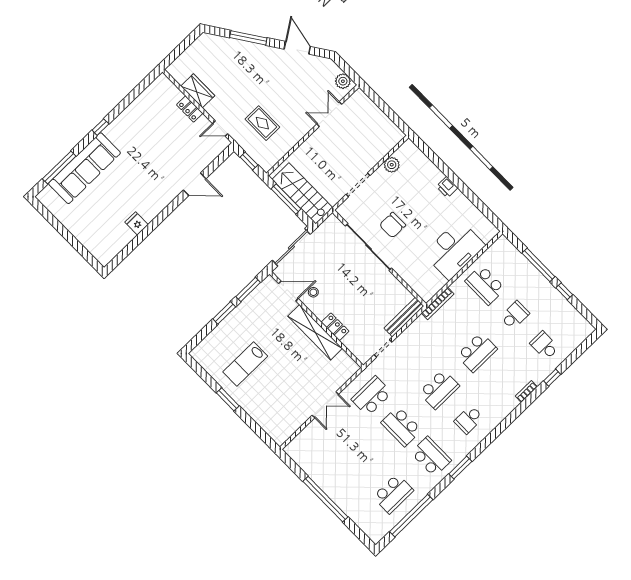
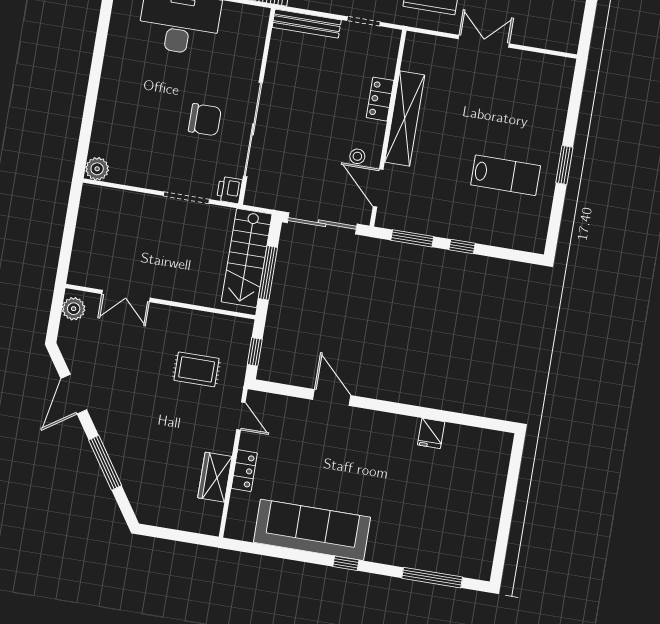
rug: (262, 123) -> (197, 369), turned 90
plant: (392, 165) -> (97, 169), moved
sofa: (85, 168) -> (312, 530), moved
printer: (447, 187) -> (229, 190), moved, turned 180
window: (224, 313) -> (462, 247), width x0.67

